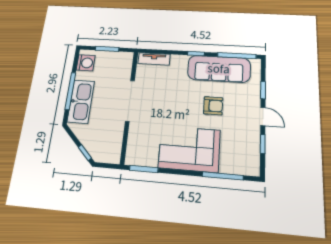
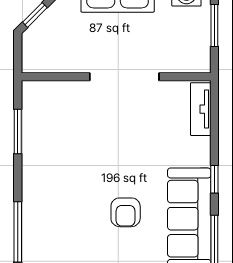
corner sofa: (189, 149) -> (54, 179), removed
window: (144, 169) -> (18, 131), moved

